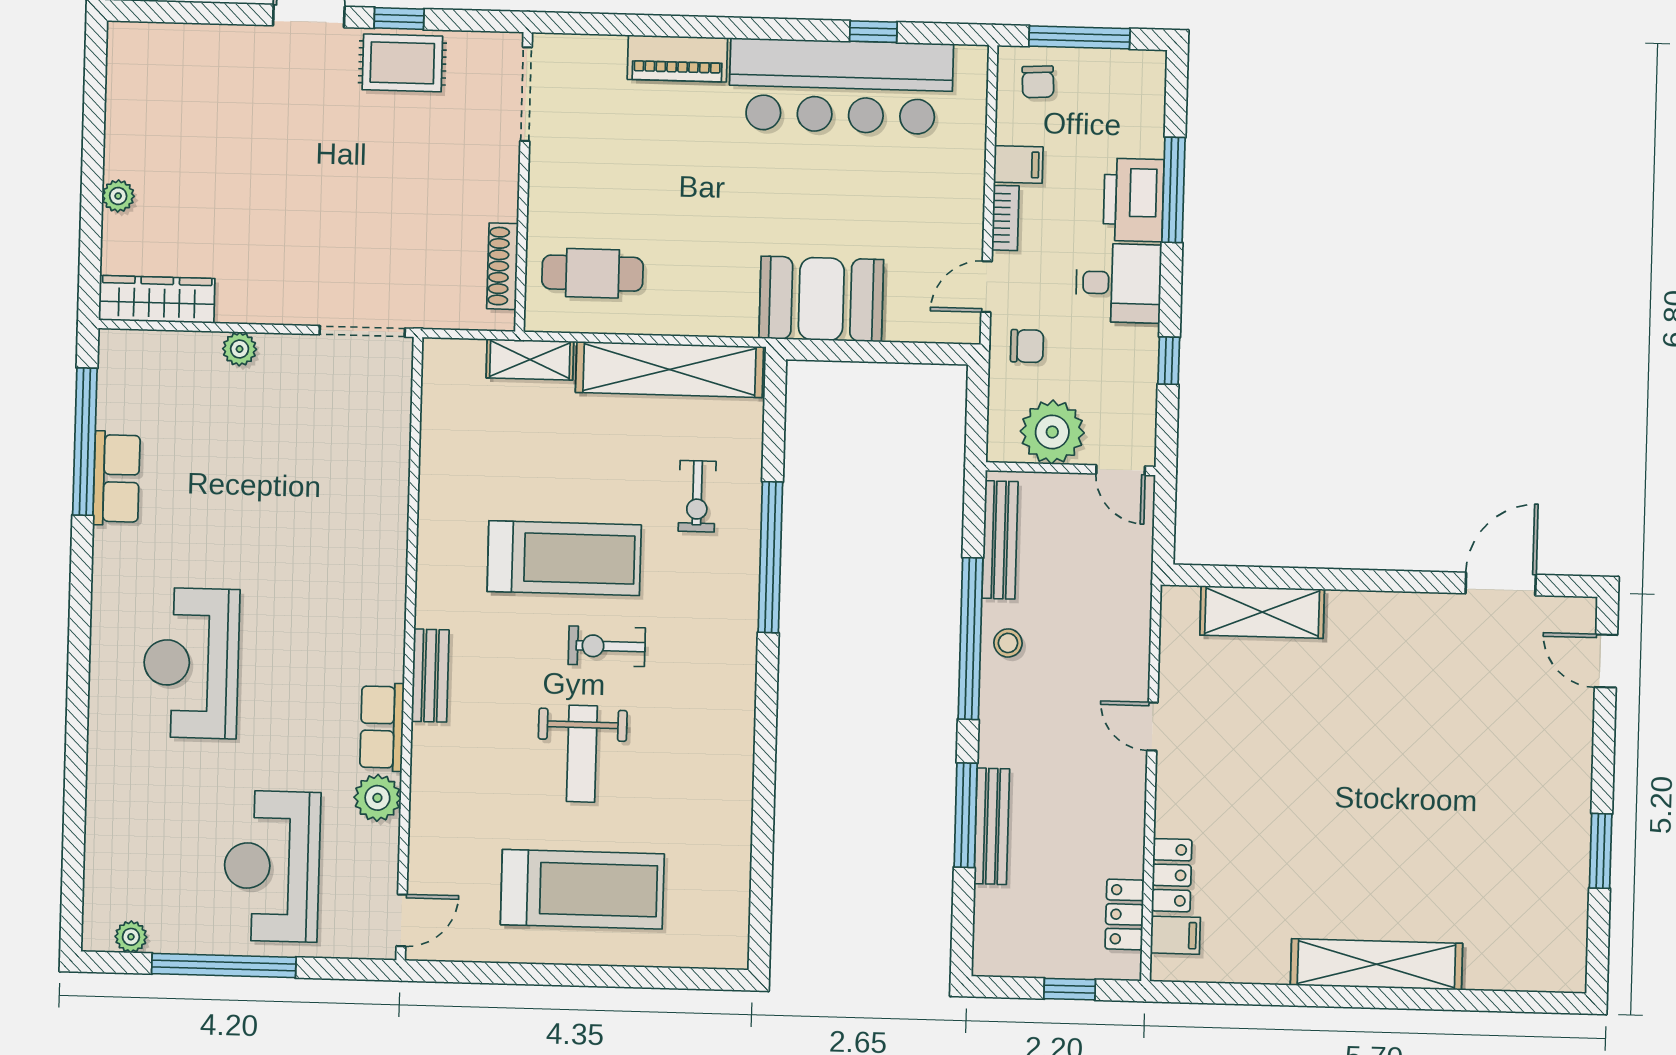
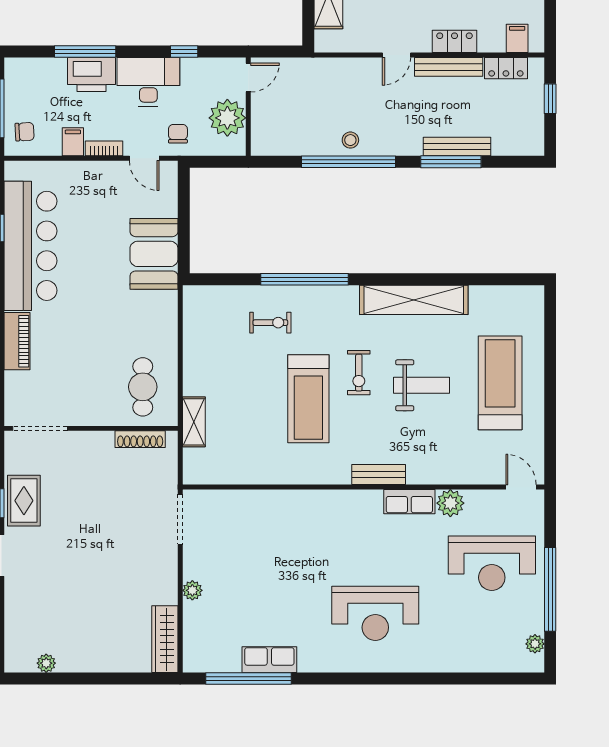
plant: (118, 196) -> (46, 663), moved
desk: (1119, 283) -> (148, 82), width x1.37
shelving: (669, 369) -> (414, 300), moved, turned 90
bench: (1000, 540) -> (449, 67), moved
treadmill: (564, 558) -> (308, 399), turned 180
locker: (1172, 875) -> (454, 41), moved

